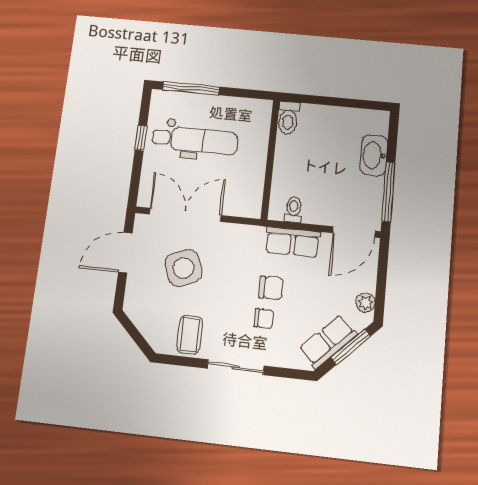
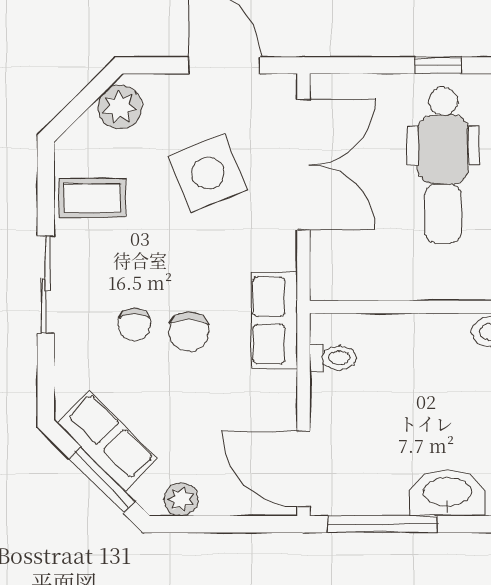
row of seats: (293, 242) -> (274, 320), moved
plant: (141, 313) -> (120, 107), added

